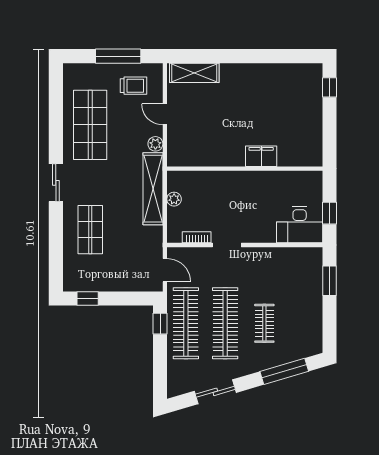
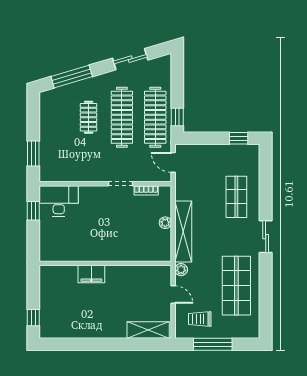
filing cabinet: (261, 156) -> (91, 274), moved
wall: (245, 169) -> (105, 263), moved

